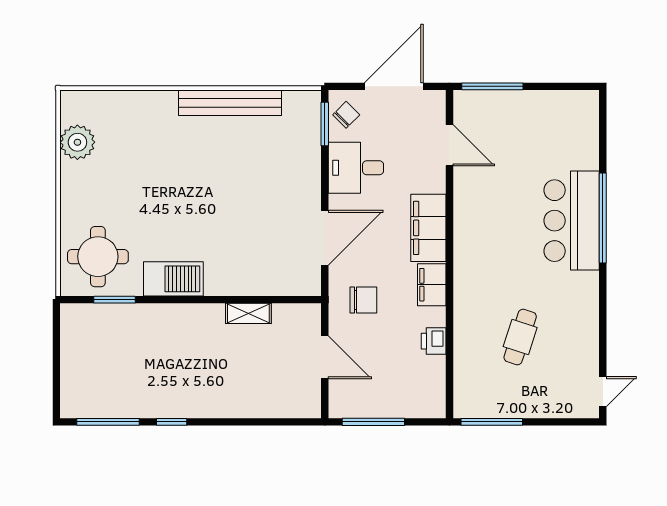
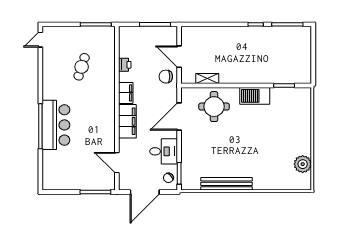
round table: (98, 257) -> (214, 107), moved
chair: (363, 300) -> (166, 77), moved
shelving: (248, 313) -> (207, 79), moved

